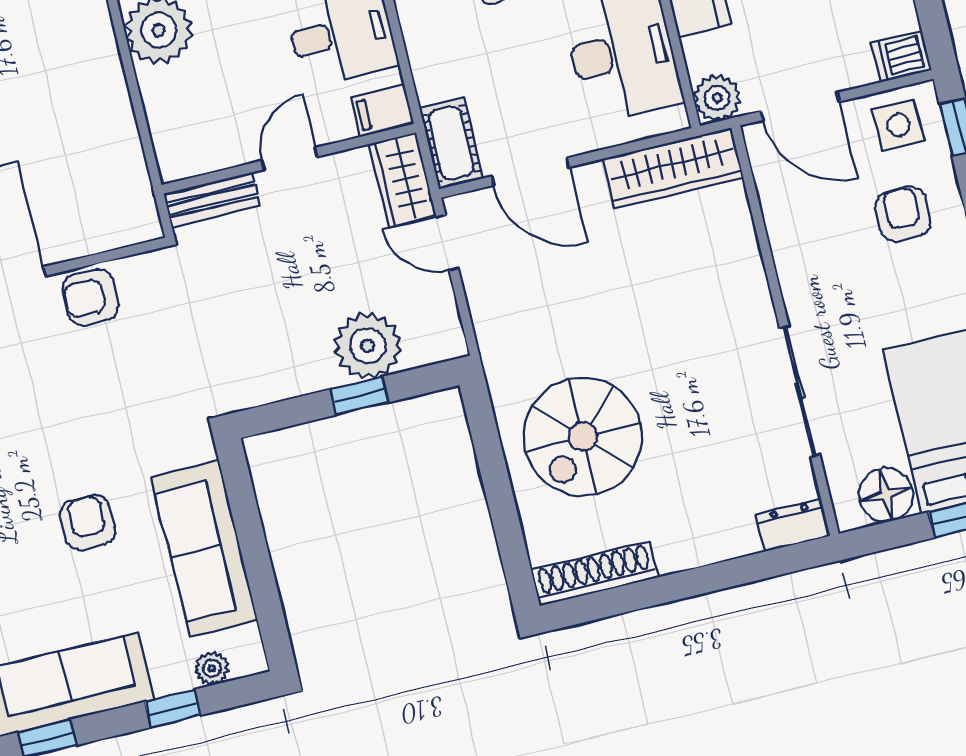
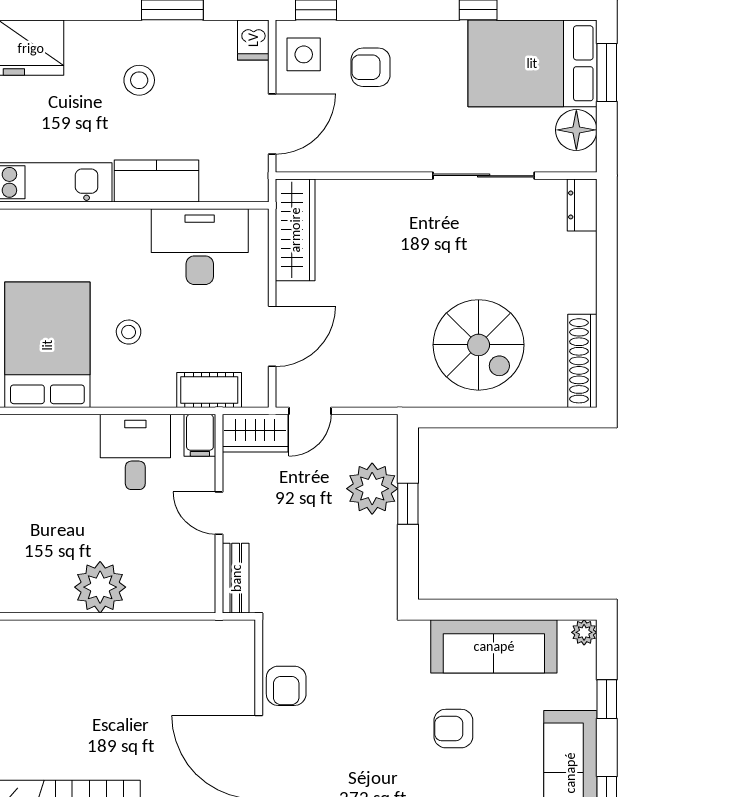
plant: (717, 98) -> (251, 184), removed
cot: (451, 143) -> (209, 390), moved
plant: (212, 668) -> (584, 632), moved

